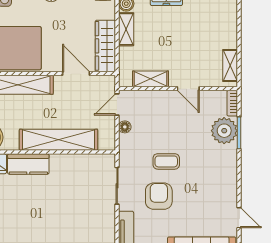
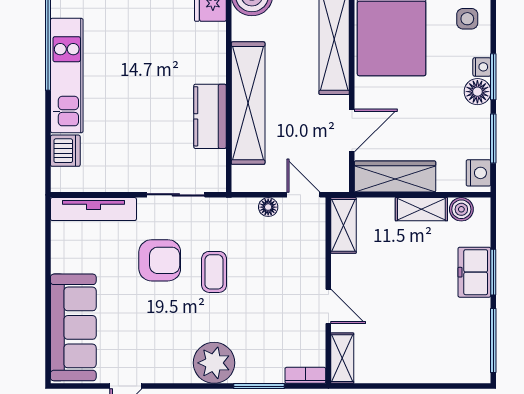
shelving: (230, 65) -> (342, 358), moved, turned 90
shelving: (151, 79) -> (343, 225), moved
door: (188, 89) -> (328, 306), swing flipped
plant: (224, 131) -> (214, 363), moved
kitchen counter: (28, 164) -> (210, 116), moved

